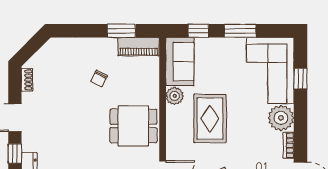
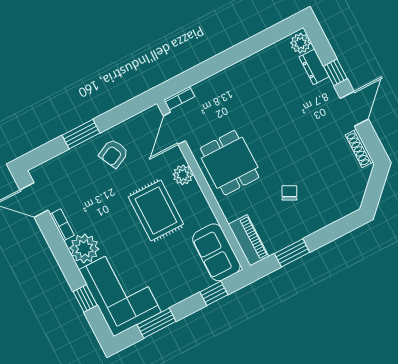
window: (240, 31) -> (157, 323), moved
piano: (139, 47) -> (248, 240), moved, turned 90
shoe rack: (27, 80) -> (359, 149), width x1.43
plant: (175, 96) -> (183, 175), moved
dining table: (133, 126) -> (230, 163), turned 90

